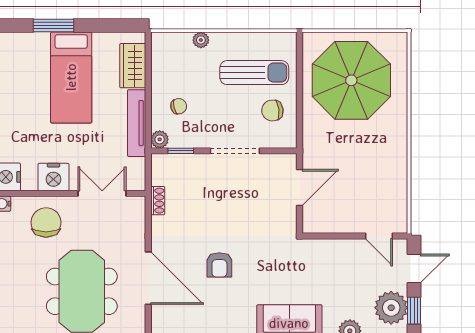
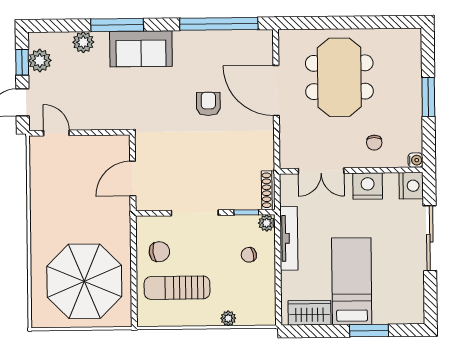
wardrobe: (133, 66) -> (310, 313), moved, turned -90
shoe rack: (158, 201) -> (268, 190), moved, width x1.43
chair: (46, 222) -> (374, 143), width x0.54, depth x0.54
plant: (391, 308) -> (40, 61), width x0.73, depth x0.73

